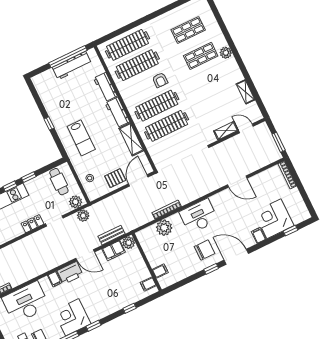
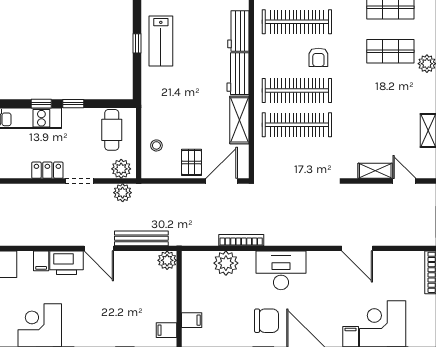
lab bench: (81, 138) -> (161, 41), moved
pallet: (115, 178) -> (191, 162), turned 90
bench: (111, 235) -> (141, 238), width x1.36
filing cabinet: (114, 251) -> (141, 261), removed

